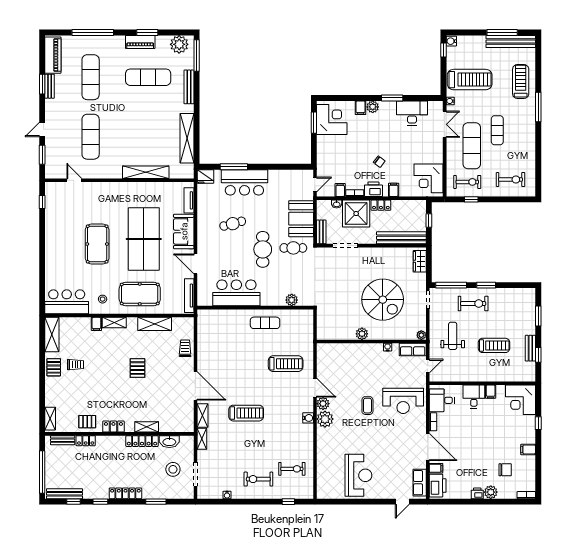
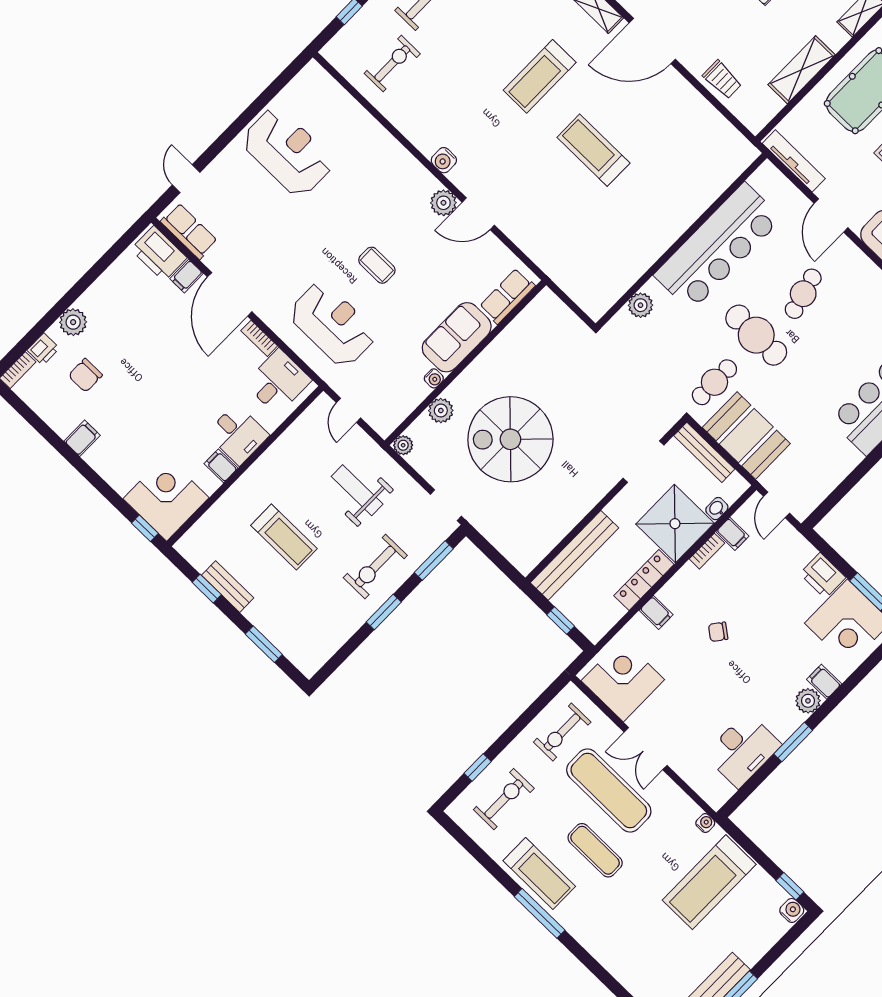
treadmill: (521, 81) -> (539, 873), moved
window: (538, 107) -> (540, 913), moved
double door: (445, 124) -> (646, 749), moved
exercise bike: (511, 180) -> (504, 799), turned 180
printer: (373, 189) -> (823, 576), moved, turned 90
window: (471, 199) -> (478, 767), moved
locker: (381, 205) -> (644, 580), width x1.53
cafe table: (233, 224) -> (803, 294), moved
bench: (321, 232) -> (704, 452), width x1.36
wardrobe: (420, 261) -> (514, 549), removed
door: (195, 264) -> (831, 216), swing flipped
window: (451, 285) -> (434, 561), width x0.69
bar counter: (236, 293) -> (718, 247), width x1.36
exercise mat: (265, 323) -> (645, 233), removed
plant: (362, 334) -> (441, 411), moved
weight bench: (453, 336) -> (357, 490), turned 180
treadmill: (494, 345) -> (284, 537), turned -90
row of seats: (413, 350) -> (507, 296), moved
sofa: (365, 353) -> (457, 337), added
treadmill: (286, 364) -> (593, 150), moved, turned 90
reception desk: (403, 401) -> (333, 324), turned 90
plant: (325, 419) -> (418, 183), removed
window: (538, 423) -> (145, 528), moved
door: (428, 447) -> (230, 294), hinge flipped
exercise bike: (292, 469) -> (392, 64), turned 180
reception desk: (358, 475) -> (287, 152), turned 180
printer: (477, 493) -> (43, 349), moved

